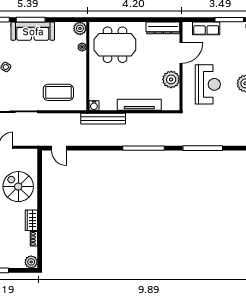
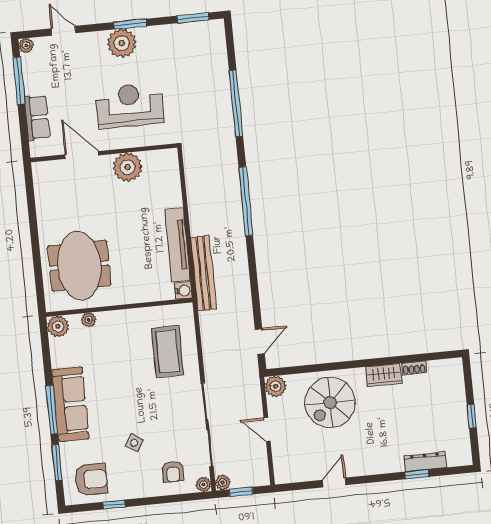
dresser: (163, 28) -> (43, 189), removed
tv unit: (139, 105) -> (178, 245), moved
plant: (31, 262) -> (276, 386), moved

